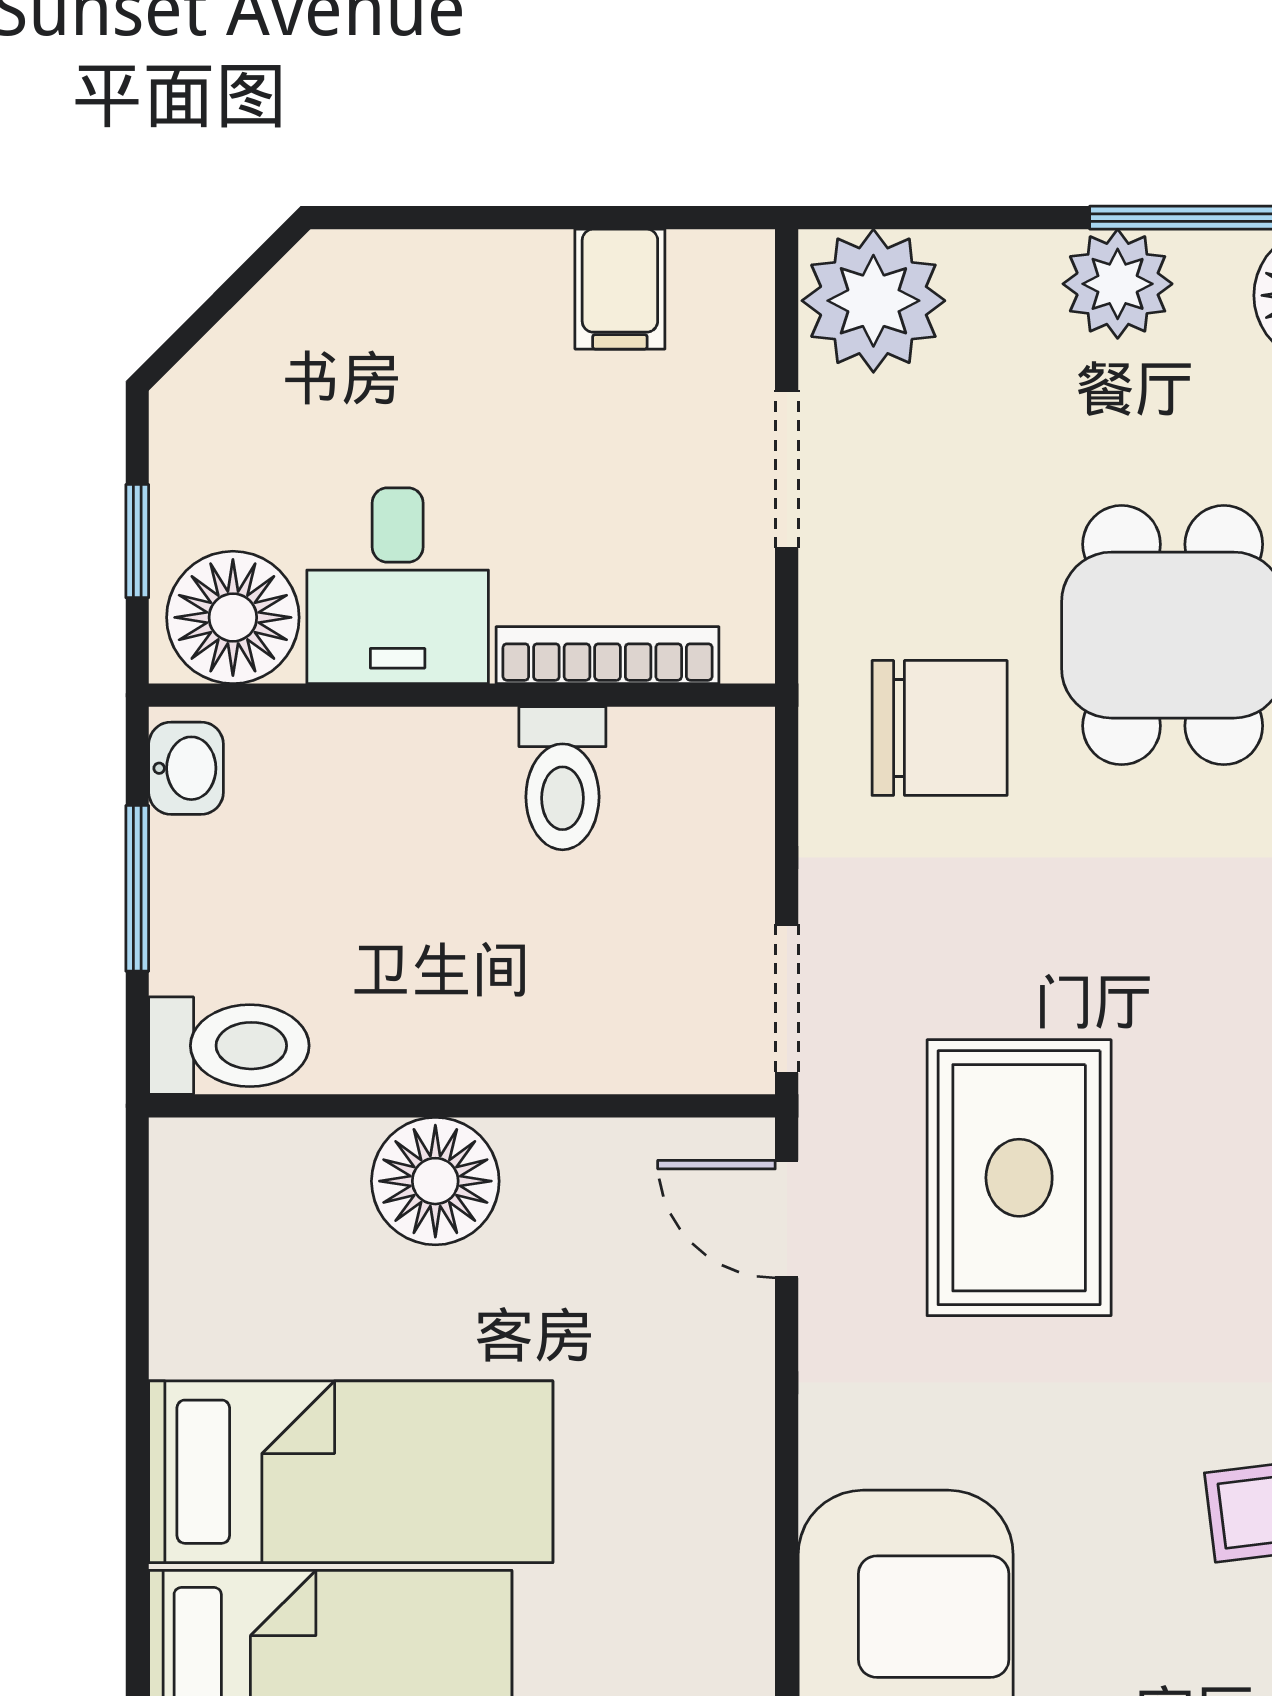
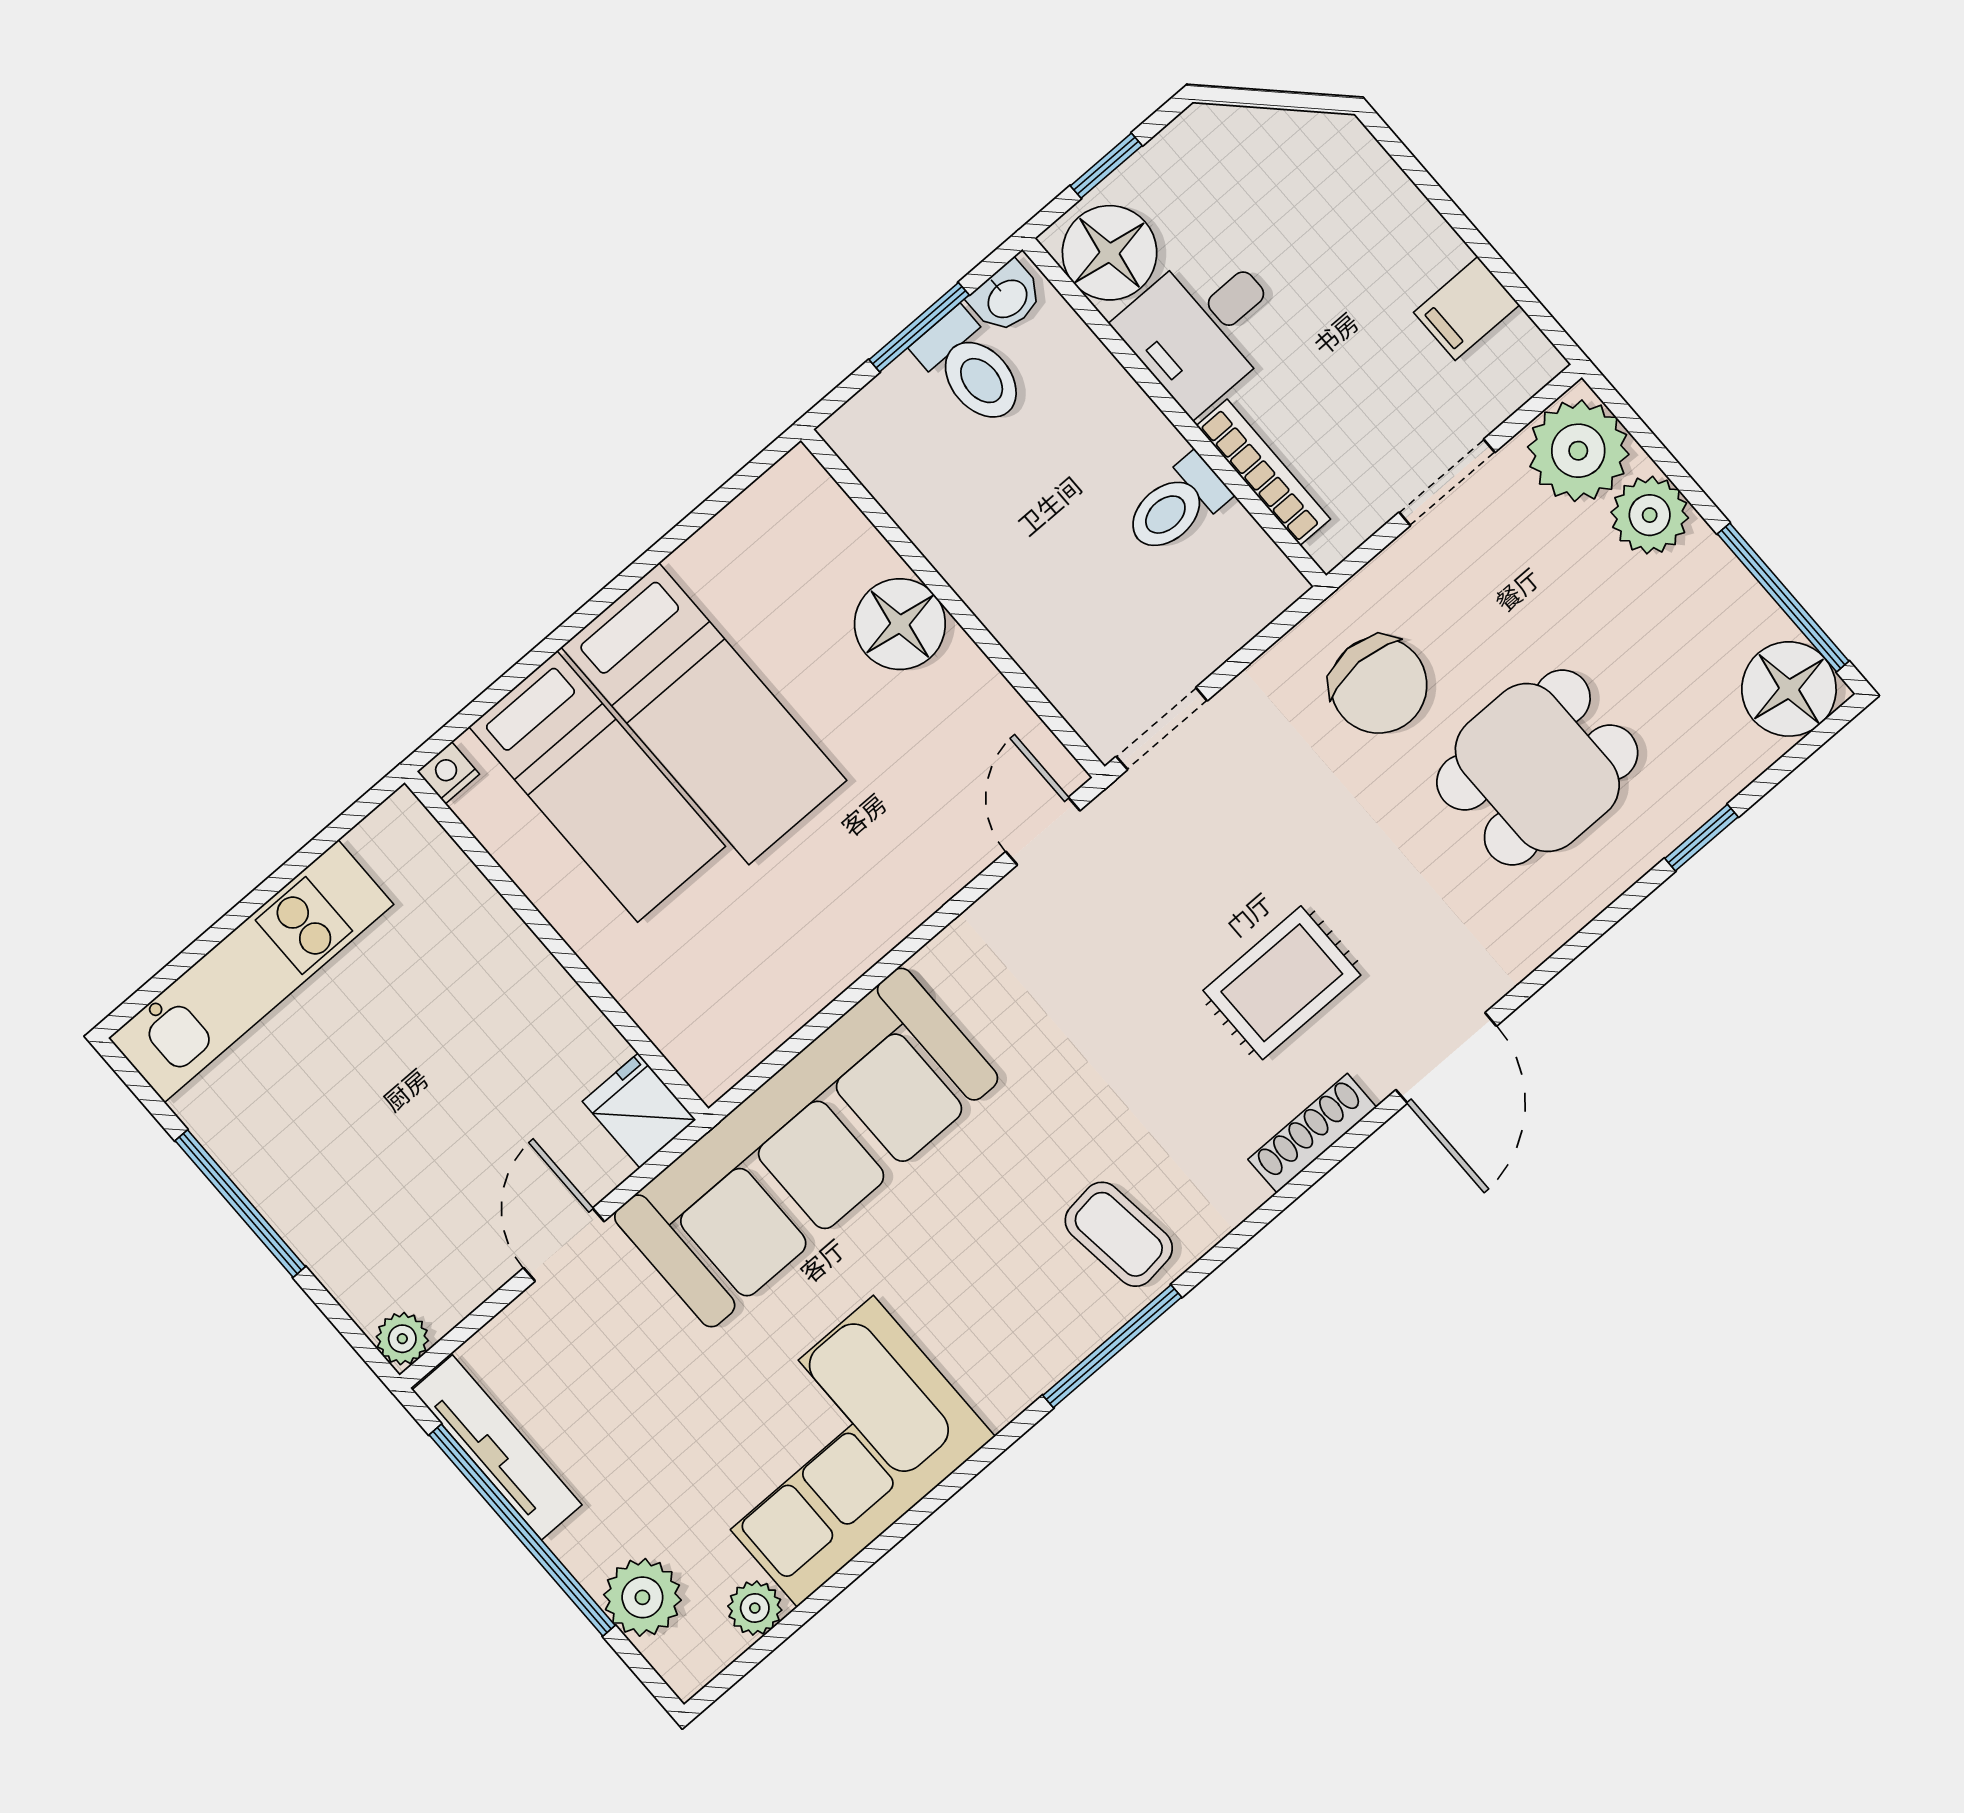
plant: (1118, 284) -> (1650, 515), moved
toilet: (229, 1046) -> (971, 368), moved
rug: (1019, 1178) -> (1282, 983), moved, width x0.73, depth x0.70

